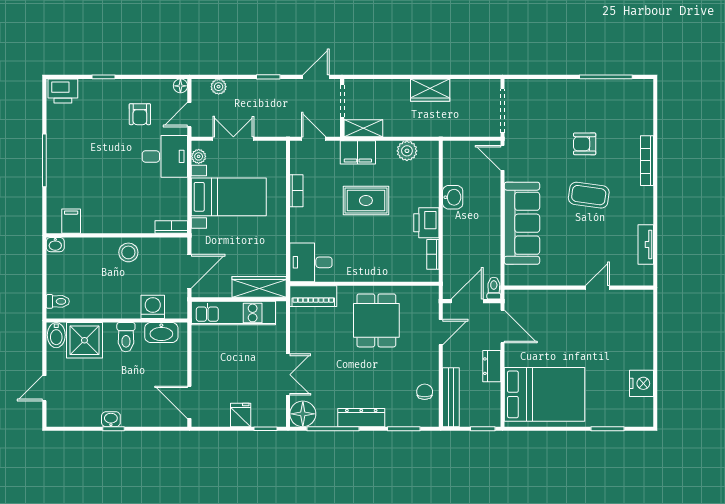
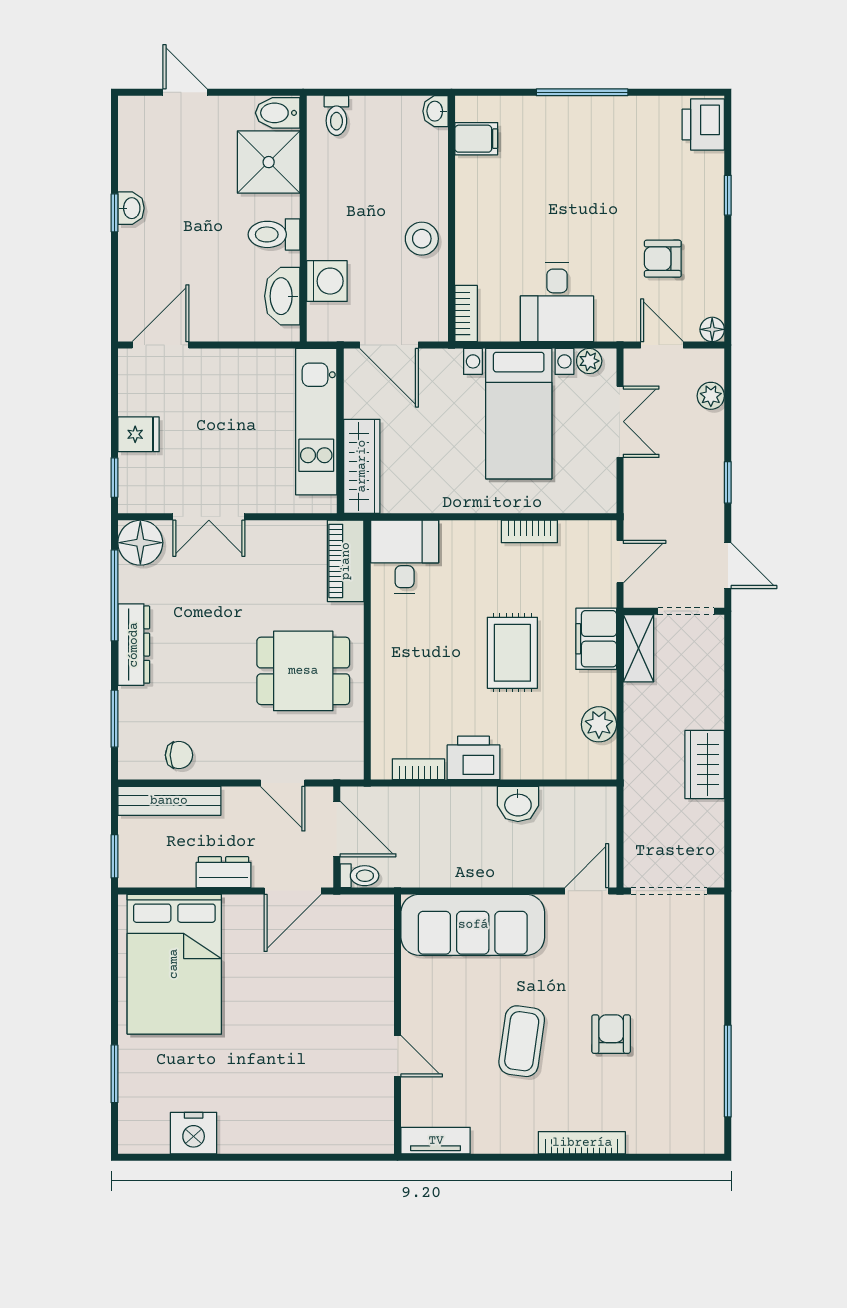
desk: (165, 156) -> (557, 302), moved
wall: (579, 288) -> (398, 1024), moved
door: (597, 288) -> (398, 1056), moved

